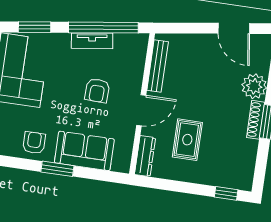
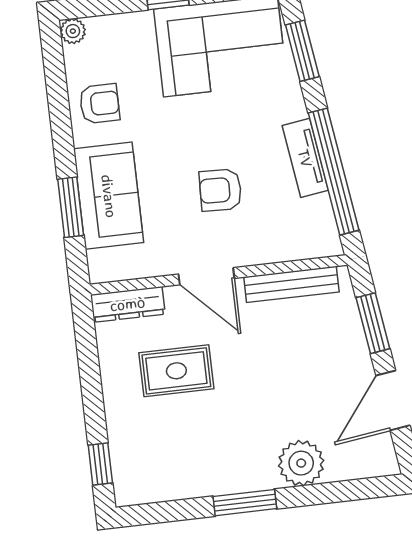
window: (190, 28) -> (373, 323), added
shoe rack: (256, 120) -> (243, 481), removed
window: (57, 169) -> (71, 207), moved

